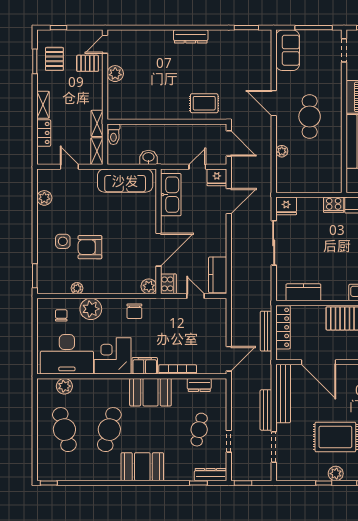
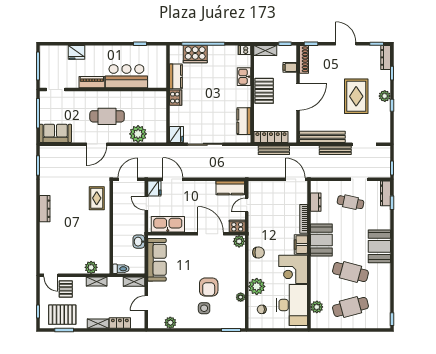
pallet: (54, 59) -> (62, 315), width x1.50, depth x1.42
plant: (115, 74) -> (91, 267), moved
shelving: (97, 123) -> (97, 282), moved
plant: (282, 151) -> (138, 134), width x1.88, depth x1.88
door: (319, 362) -> (298, 97), moved

